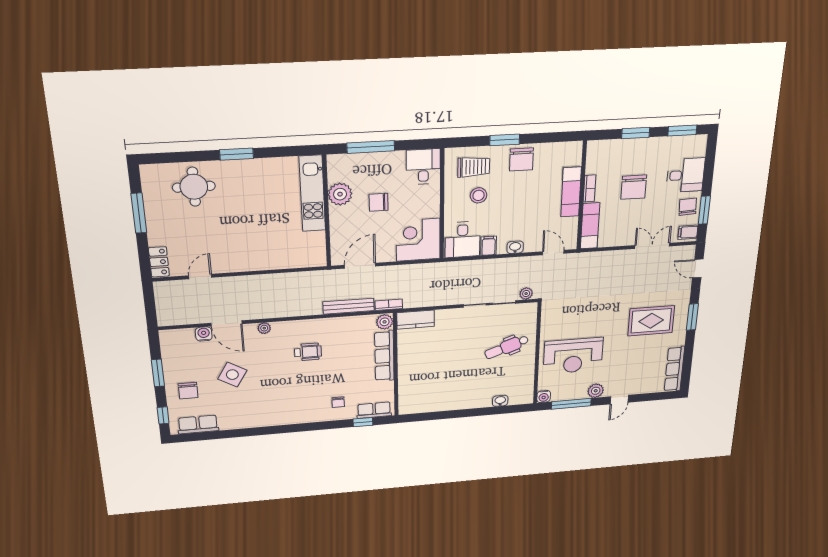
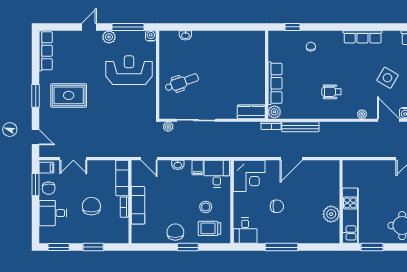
kitchen unit: (312, 194) -> (350, 216), moved
plant: (340, 194) -> (331, 214), moved
wall: (327, 211) -> (341, 202), moved
row of seats: (374, 410) -> (363, 37), moved, width x1.48

